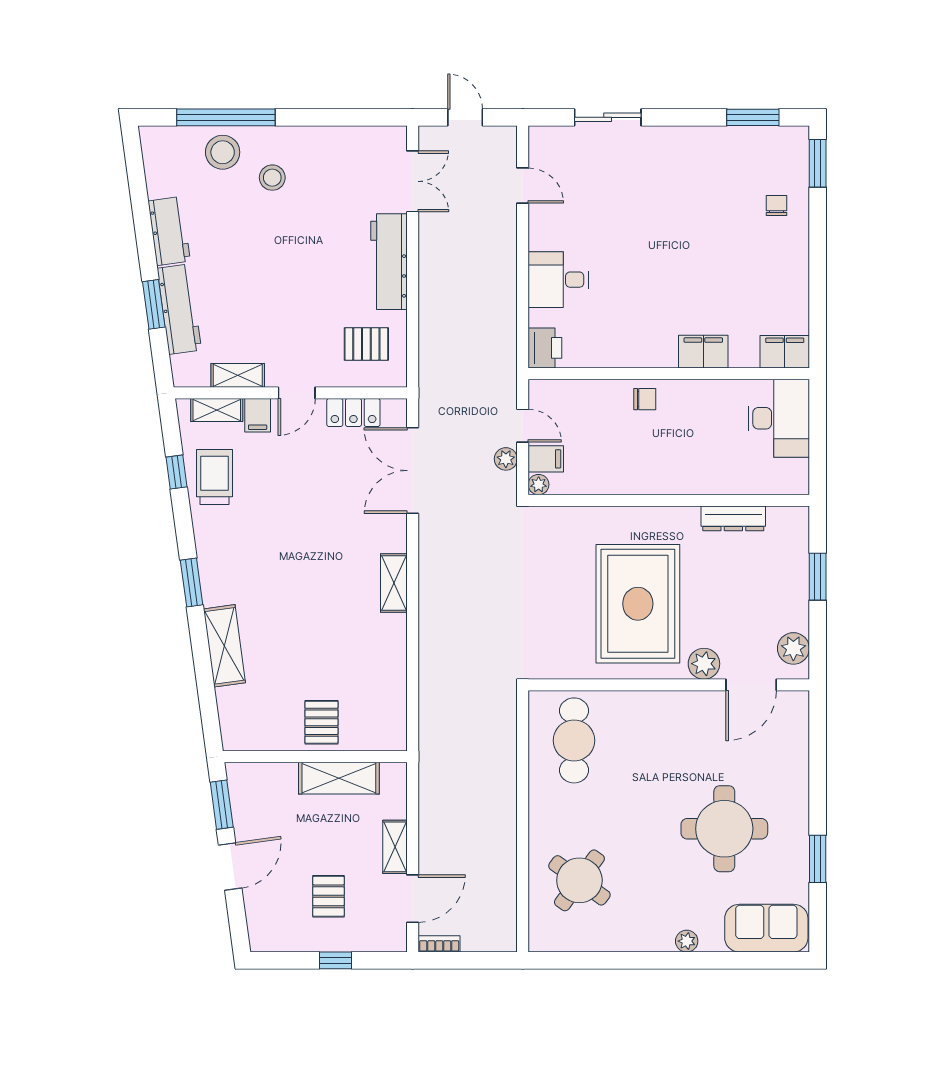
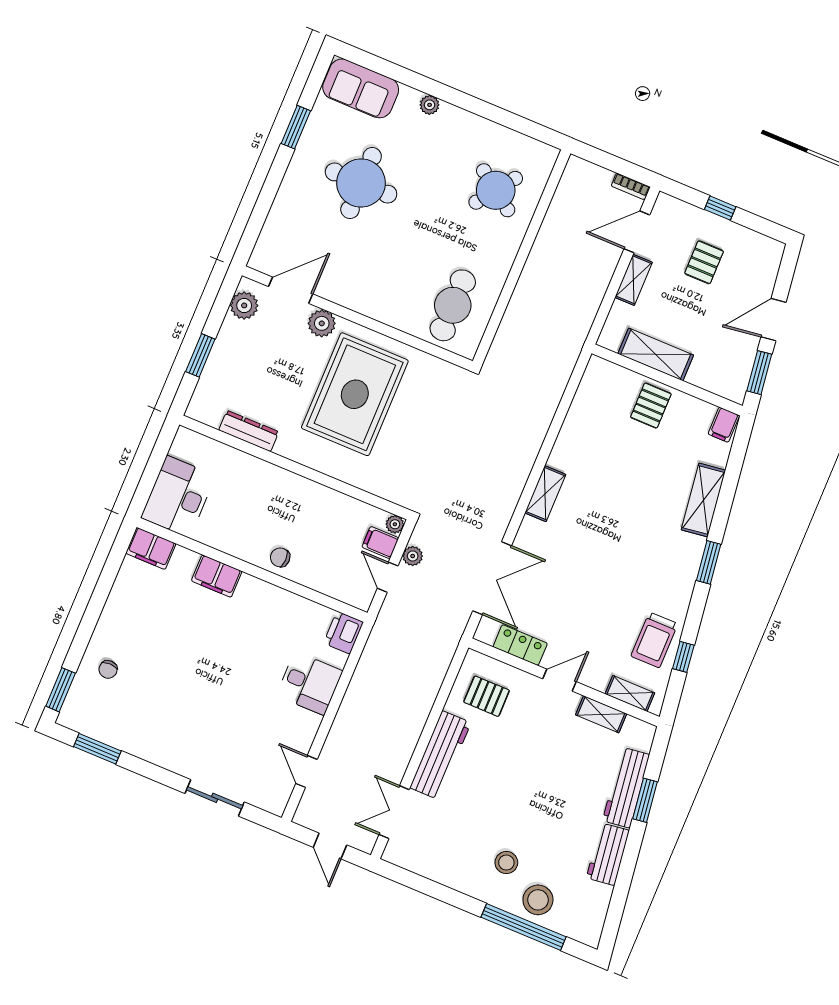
filing cabinet: (258, 415) -> (724, 425), moved, turned 180

